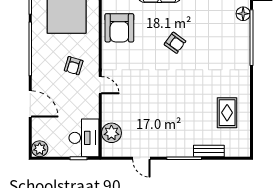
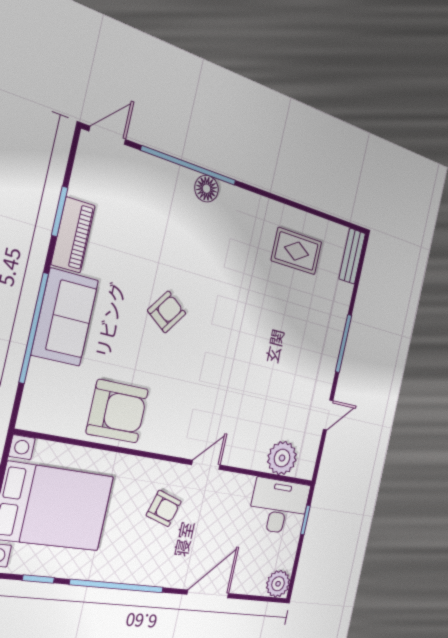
floor lamp: (243, 14) -> (207, 189), moved
bench: (209, 151) -> (352, 256), moved

